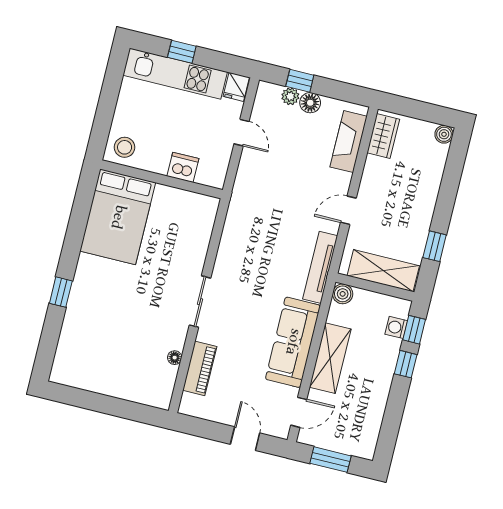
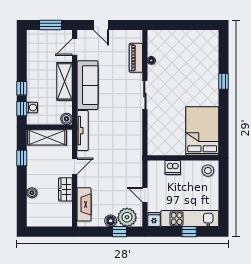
plant: (290, 96) -> (127, 217), width x1.87, depth x1.87
boiler: (444, 134) -> (32, 193), moved
wardrobe: (383, 136) -> (65, 189), moved

